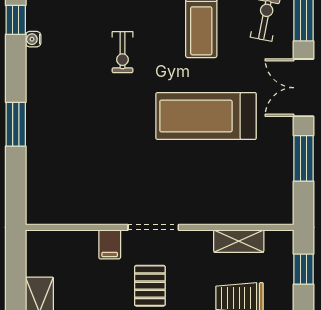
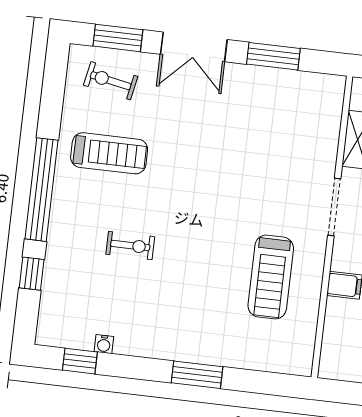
treadmill: (206, 116) -> (271, 277), moved, width x0.73, depth x0.73
doorway: (153, 227) -> (334, 207), moved

